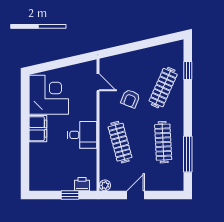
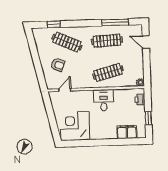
armchair: (130, 99) -> (58, 65), moved
filing cabinet: (38, 129) -> (127, 132), moved
window: (70, 195) -> (148, 118), moved
door: (136, 195) -> (146, 42), moved

